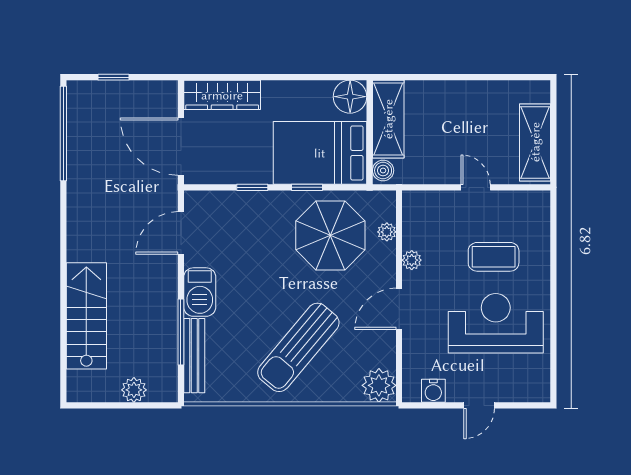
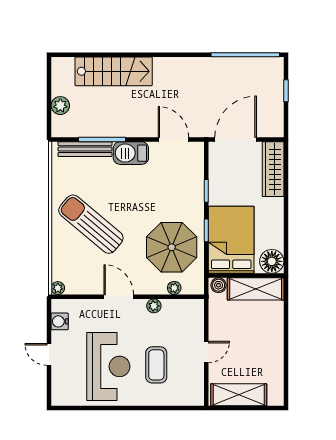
plant: (379, 385) -> (58, 288), width x0.53, depth x0.53

